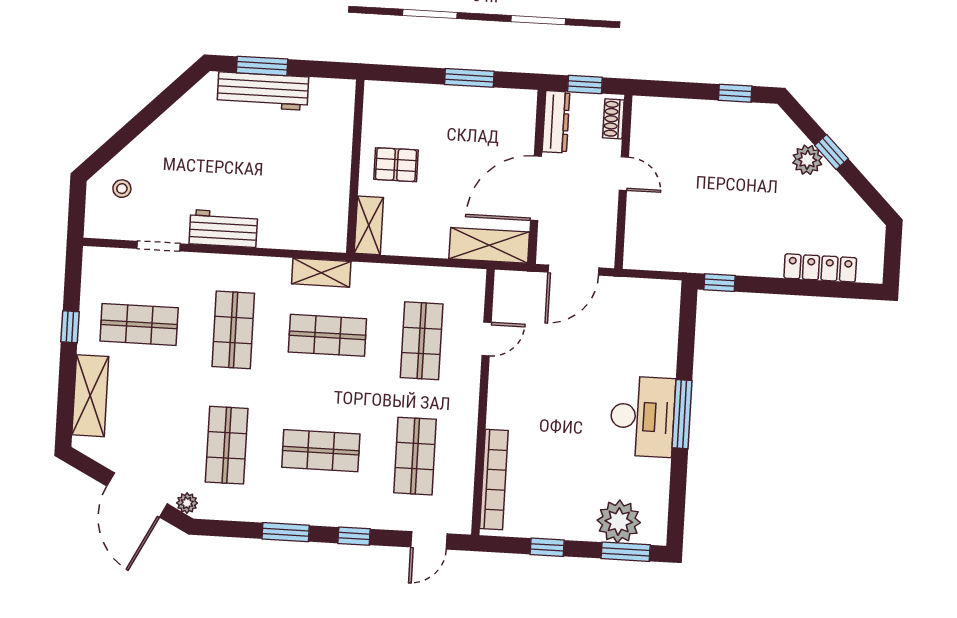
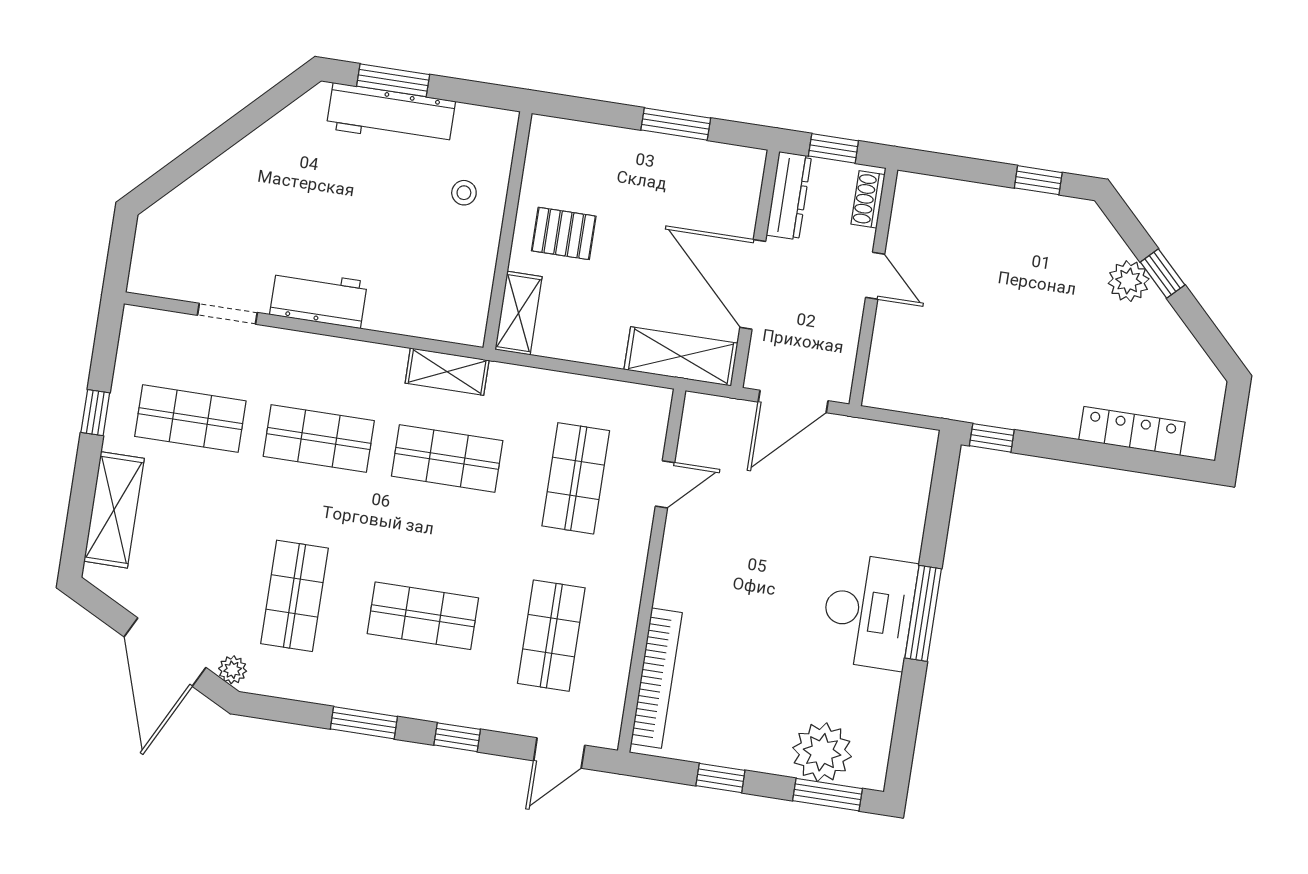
door: (536, 188) -> (753, 284), hinge flipped
stool: (122, 189) -> (464, 193), moved
shop shelf: (233, 330) -> (319, 438), turned 90

